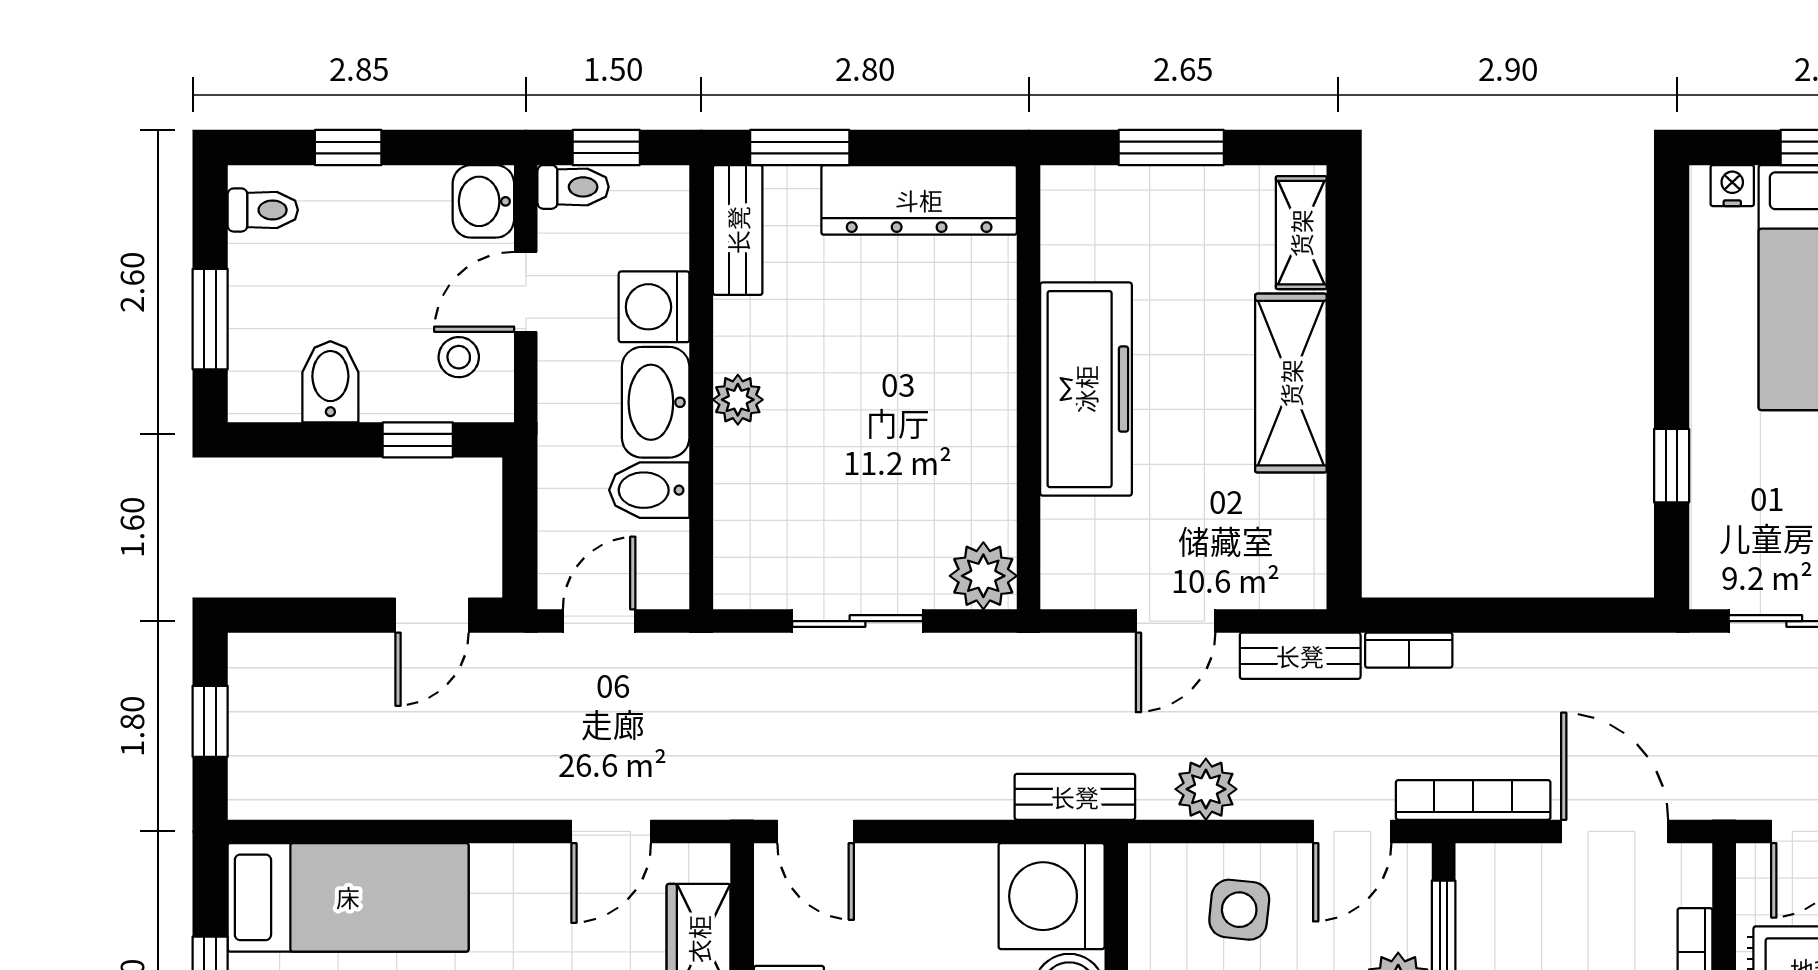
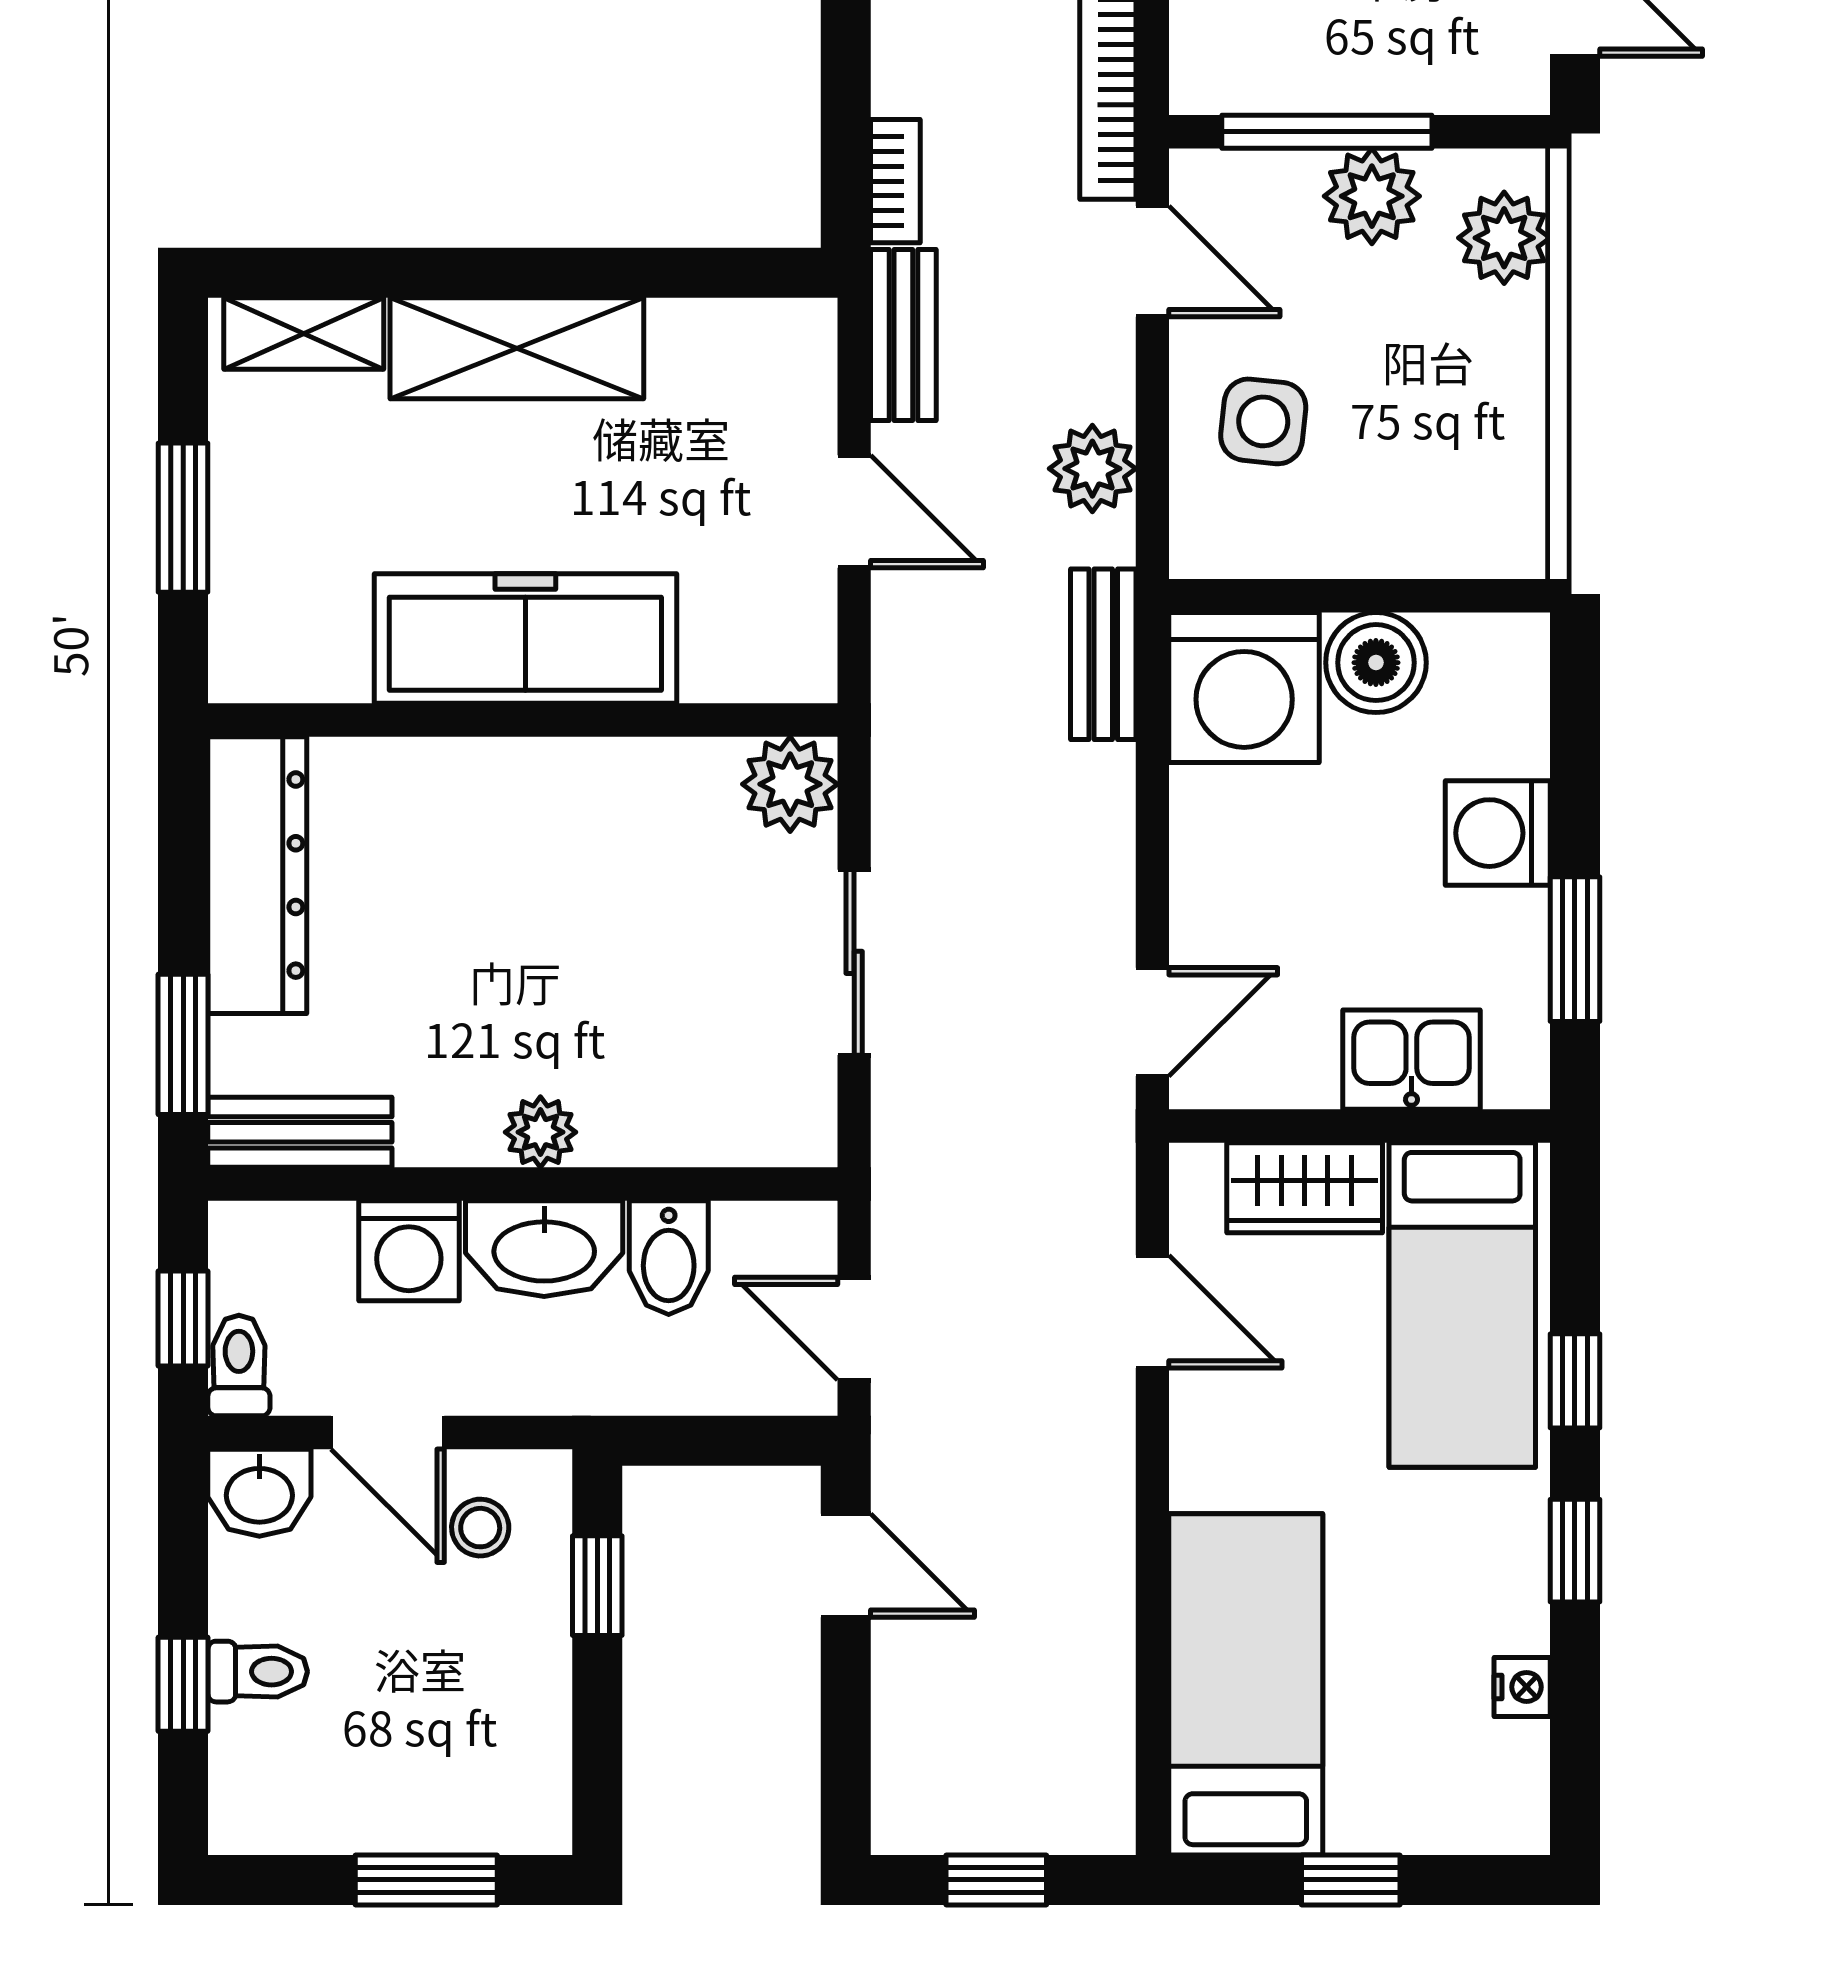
toilet: (263, 210) -> (258, 1672), moved, turned 90
bidet: (330, 382) -> (515, 1709), removed

